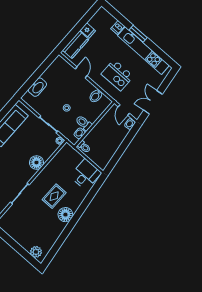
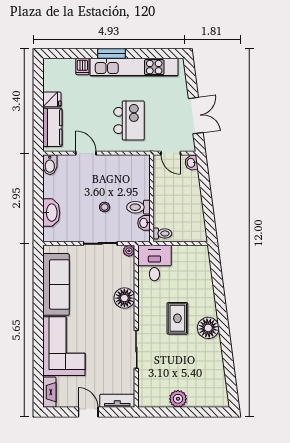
kitchen island: (117, 75) -> (129, 120), turned -90
bidet: (96, 96) -> (50, 165), moved
double door: (153, 102) -> (196, 116), swing flipped
desk: (86, 174) -> (154, 263), moved
plant: (36, 252) -> (178, 399), moved

